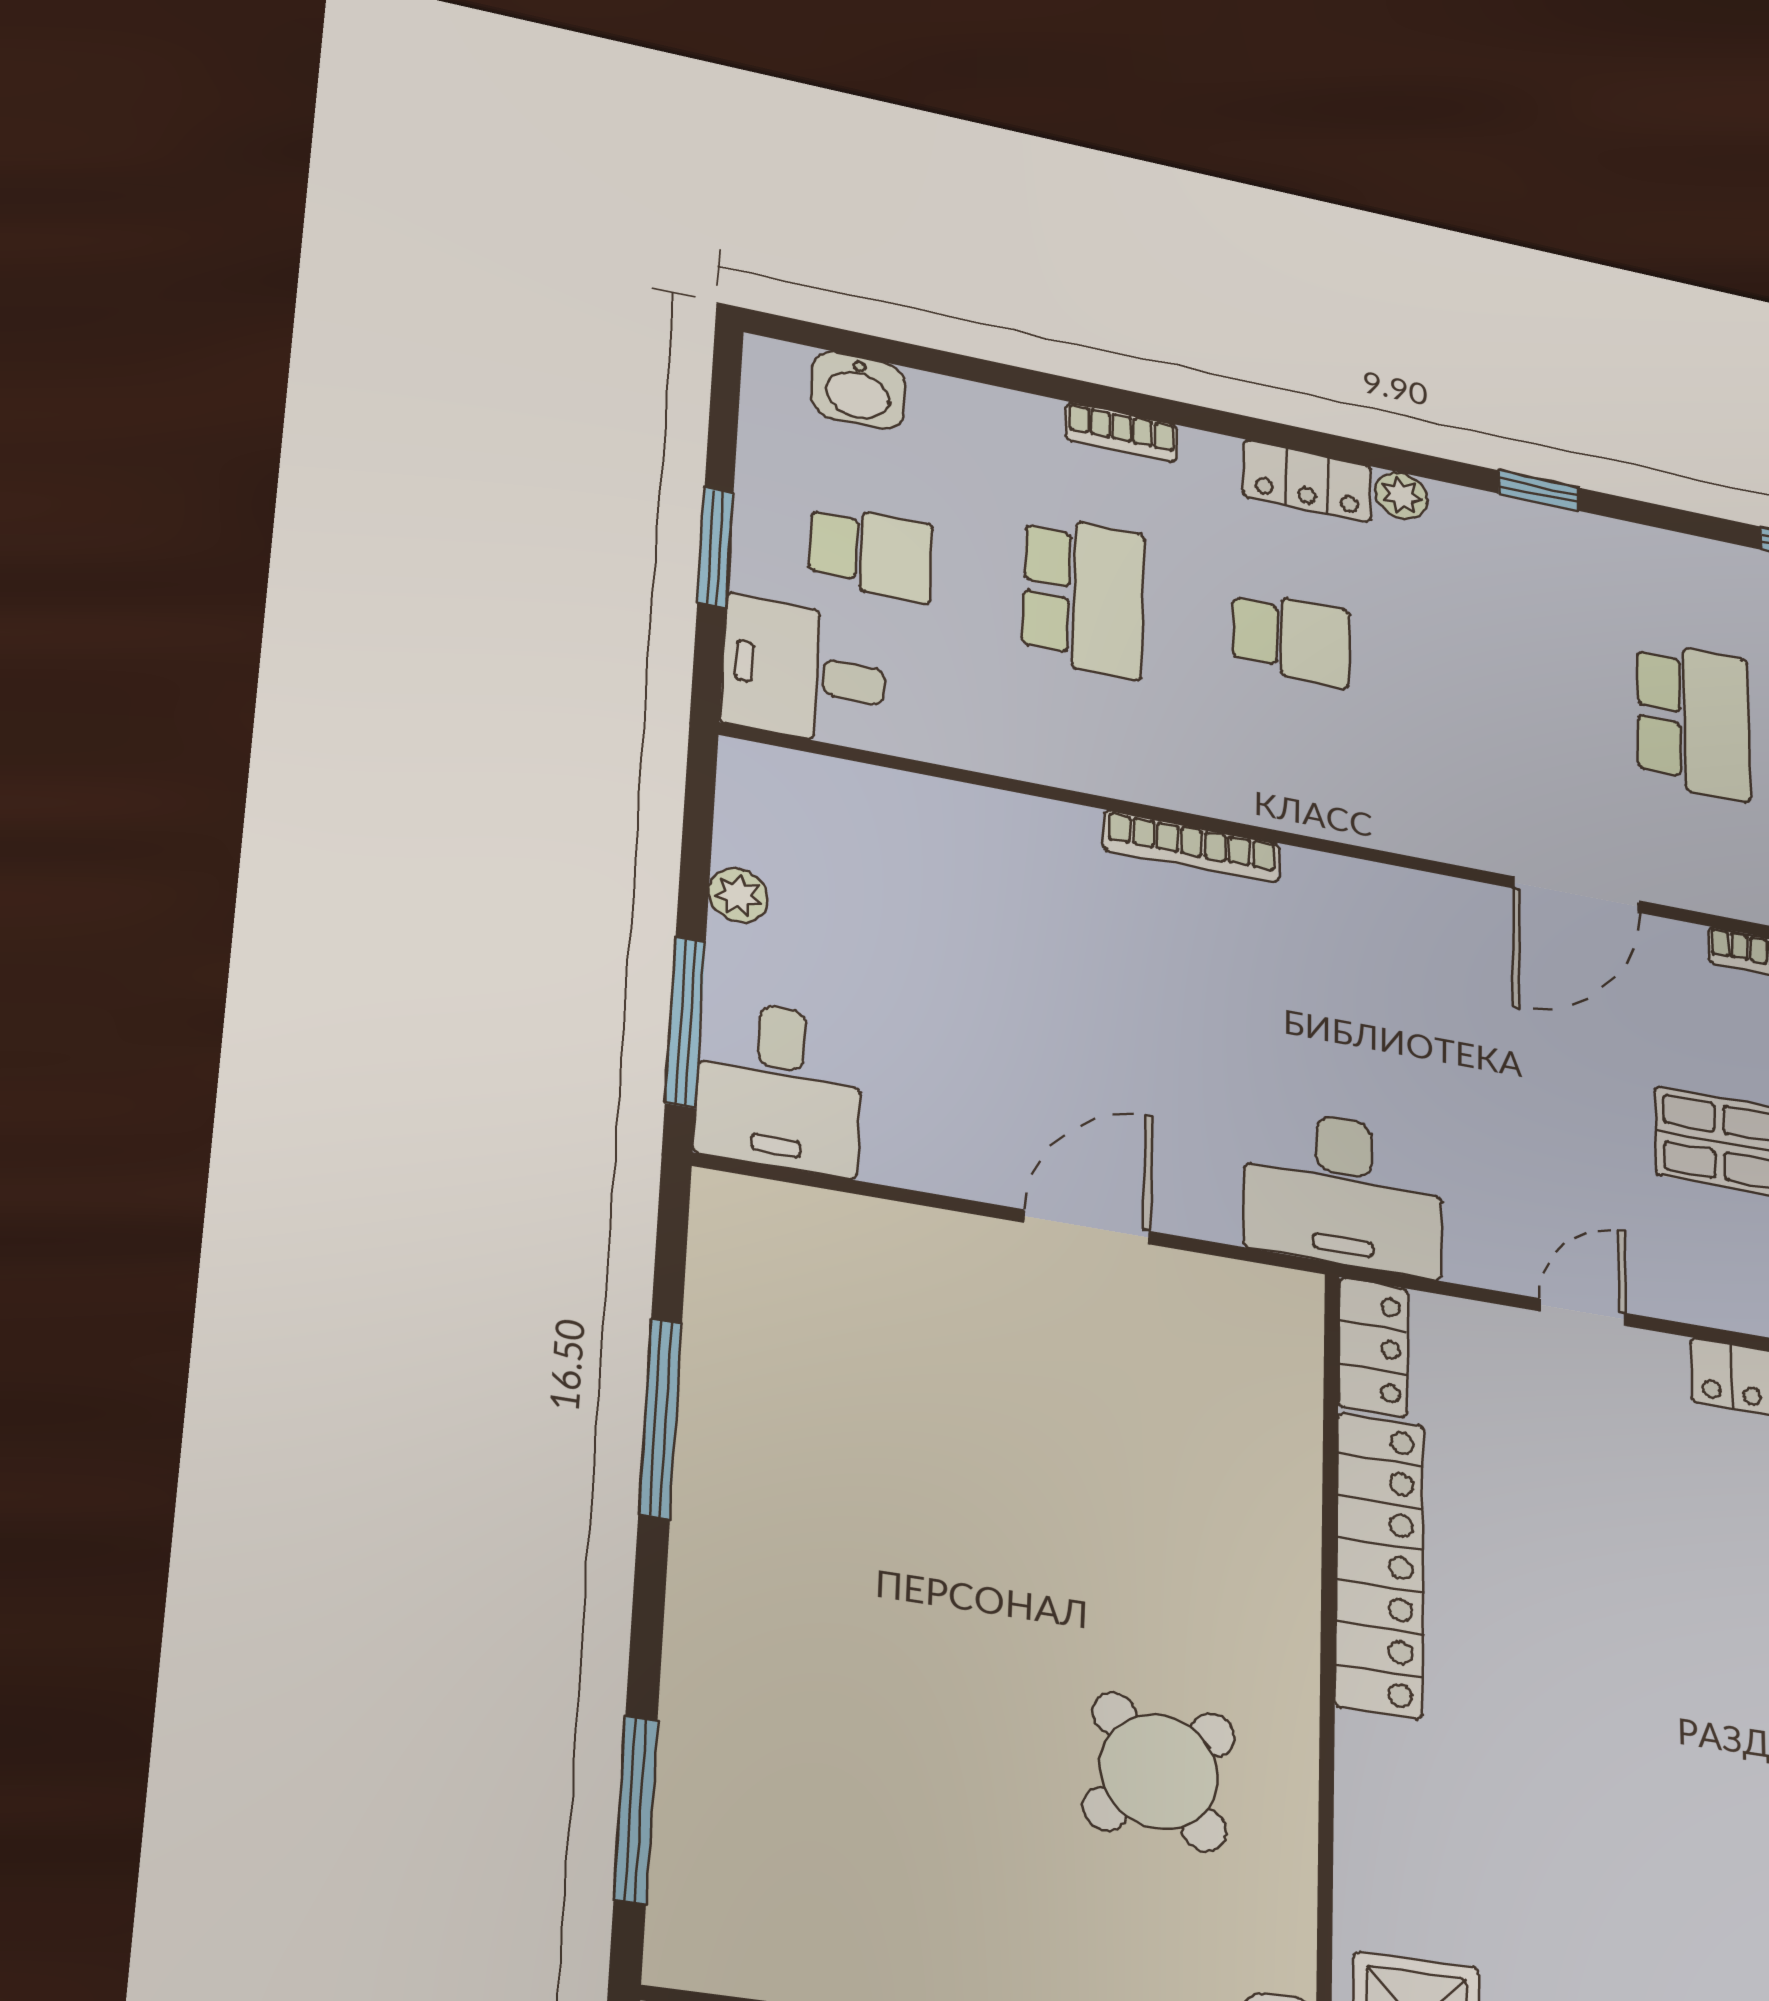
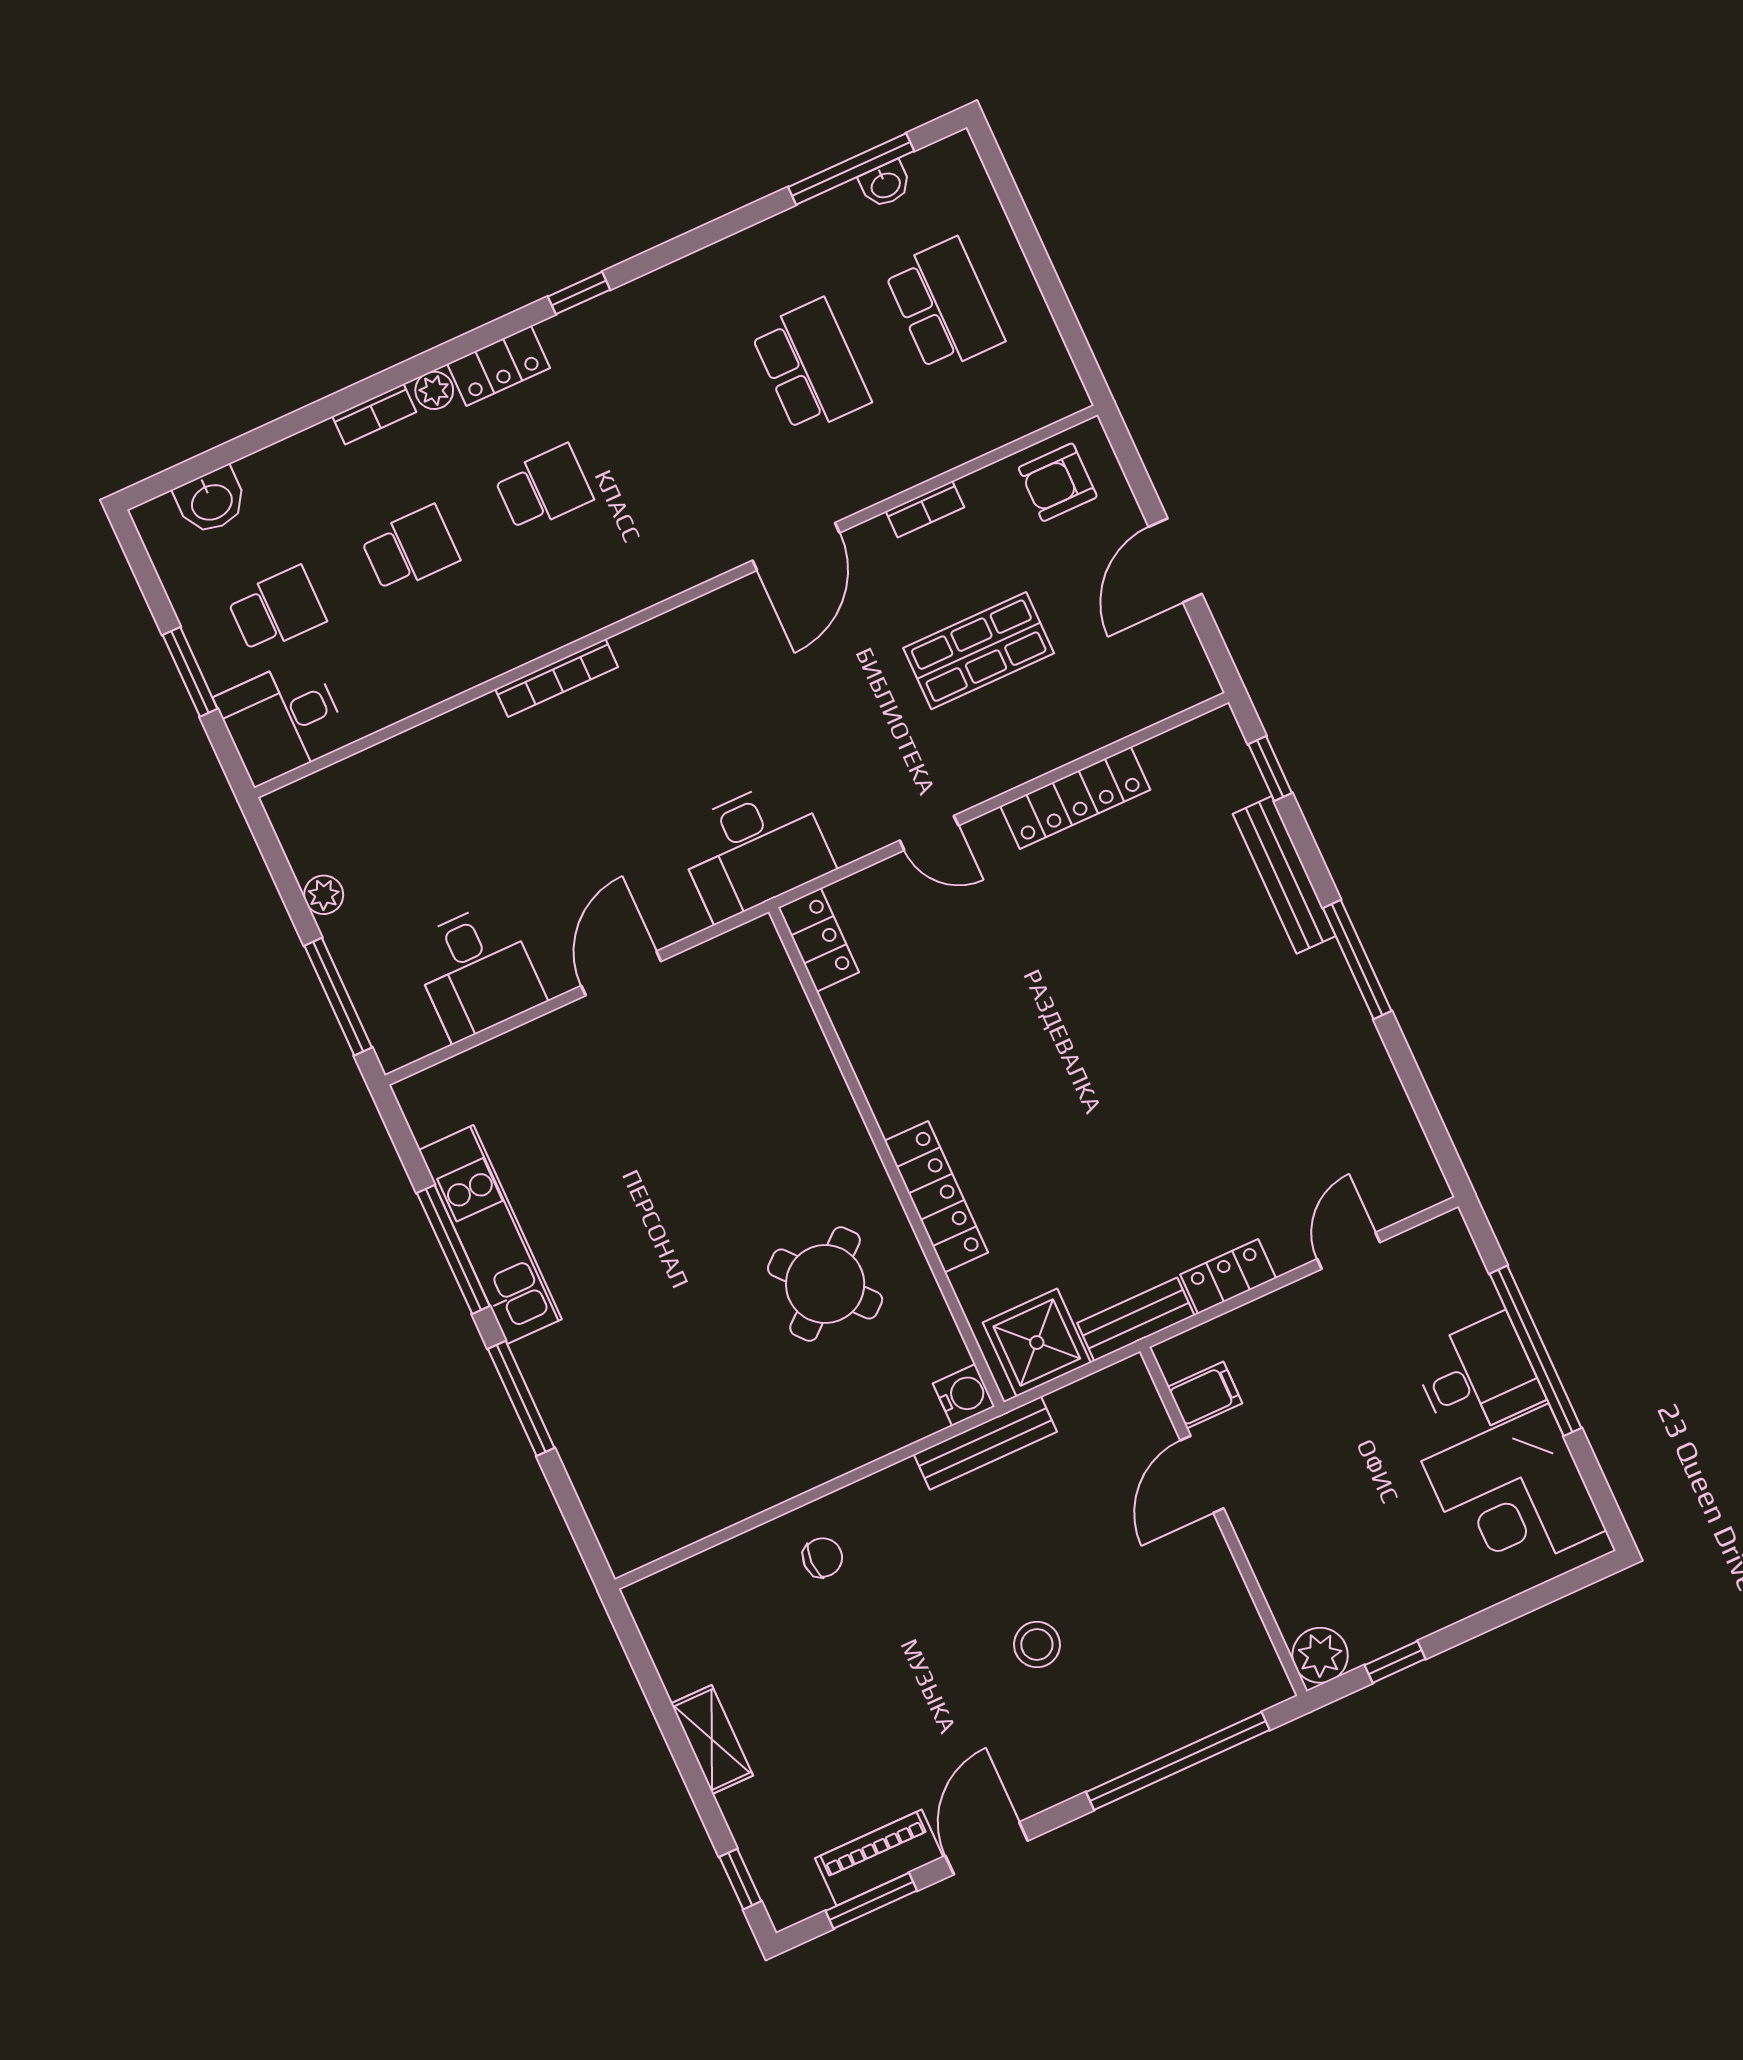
window: (1539, 491) -> (579, 293), moved
plant: (1401, 496) -> (434, 390), moved
school desk: (1083, 596) -> (410, 549), width x0.54
desk: (779, 1087) -> (477, 971), moved
door: (1583, 1312) -> (929, 833), swing flipped
kitchen unit: (724, 1431) -> (490, 1235), added
locker: (1380, 1565) -> (936, 1197), moved, width x0.71, depth x0.83
window: (636, 1810) -> (521, 1398), moved

